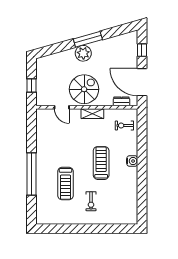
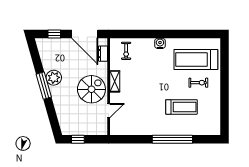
plant: (83, 53) -> (54, 78), moved
door: (142, 82) -> (85, 34), hinge flipped
window: (32, 85) -> (78, 139), moved
spiral stairs: (84, 89) -> (91, 89), turned 90
treadmill: (101, 163) -> (196, 60), moved, width x1.37, depth x1.38

